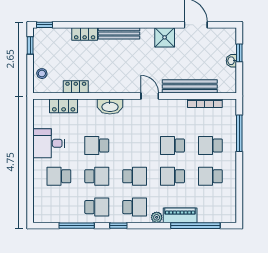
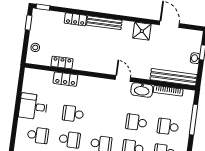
bench: (190, 86) -> (174, 77), moved
locker: (64, 106) -> (65, 79), moved
washbasin: (110, 106) -> (142, 90), moved
school desk: (59, 176) -> (38, 135), turned 180

